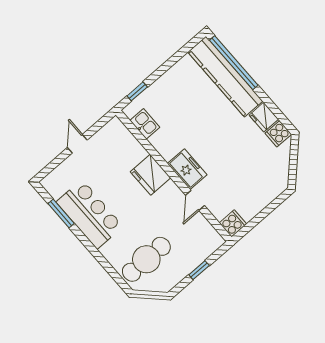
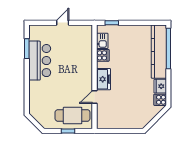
fridge: (150, 175) -> (84, 67), removed
cooker: (233, 223) -> (103, 55), moved
cafe table: (146, 259) -> (73, 115), moved

